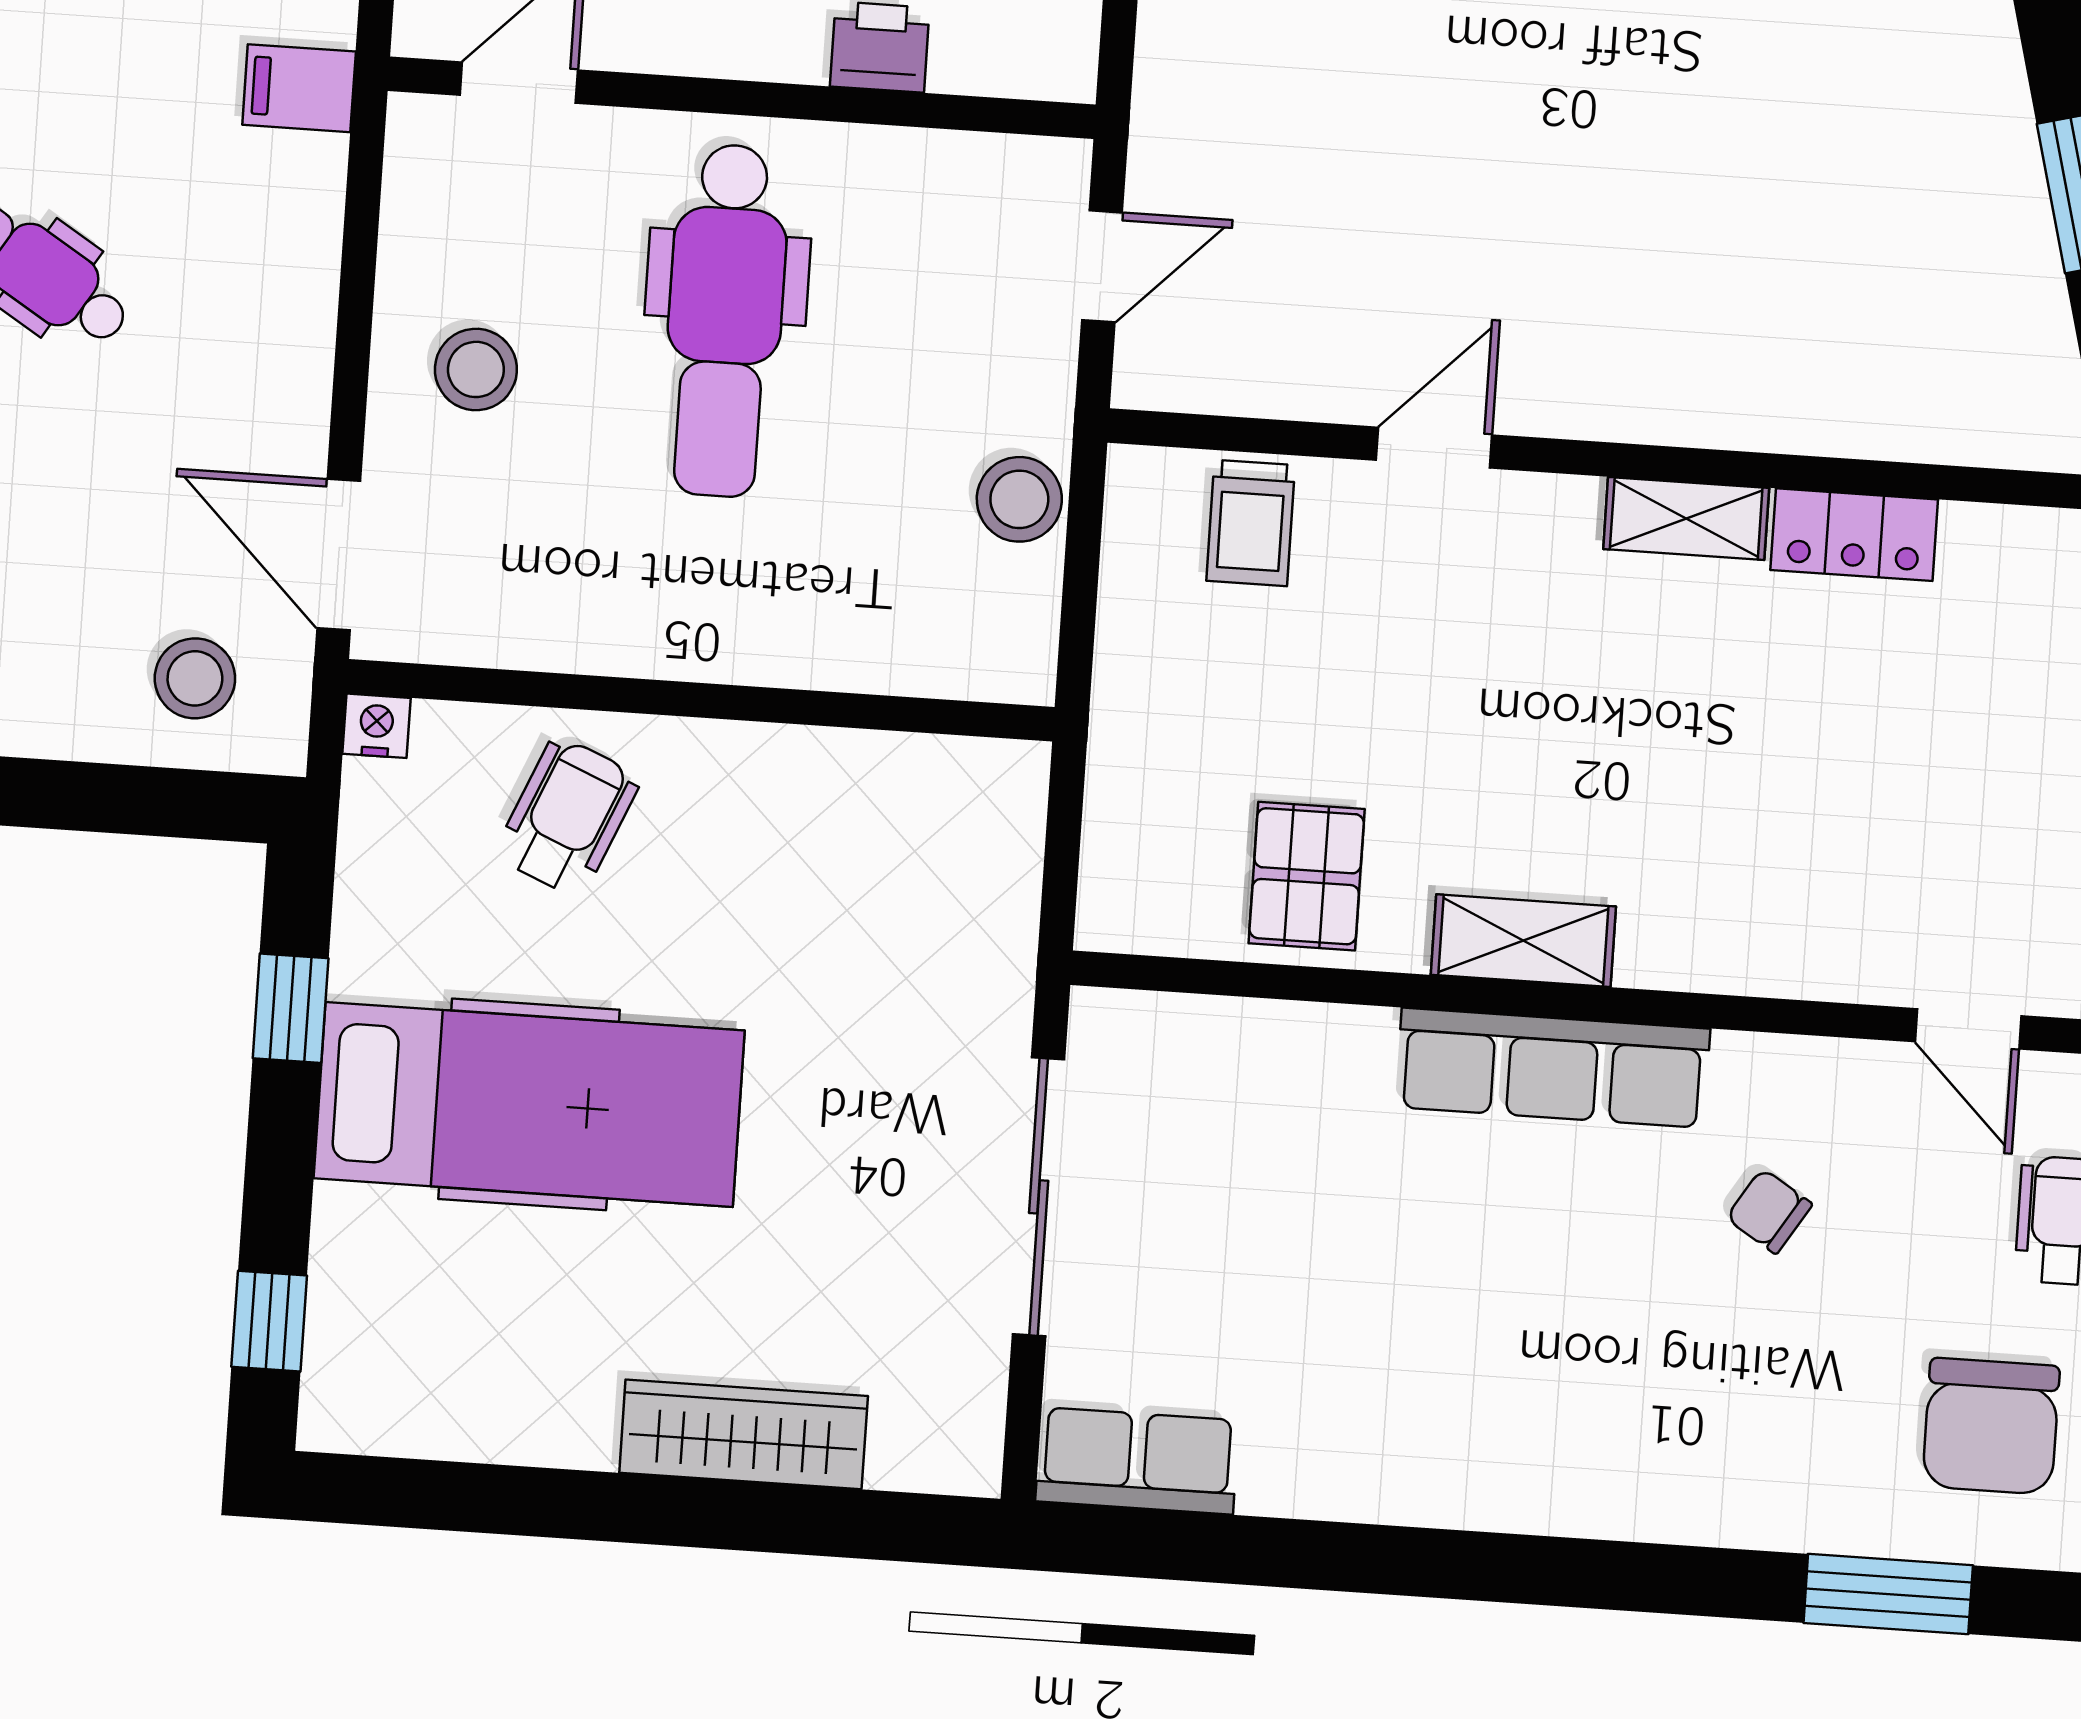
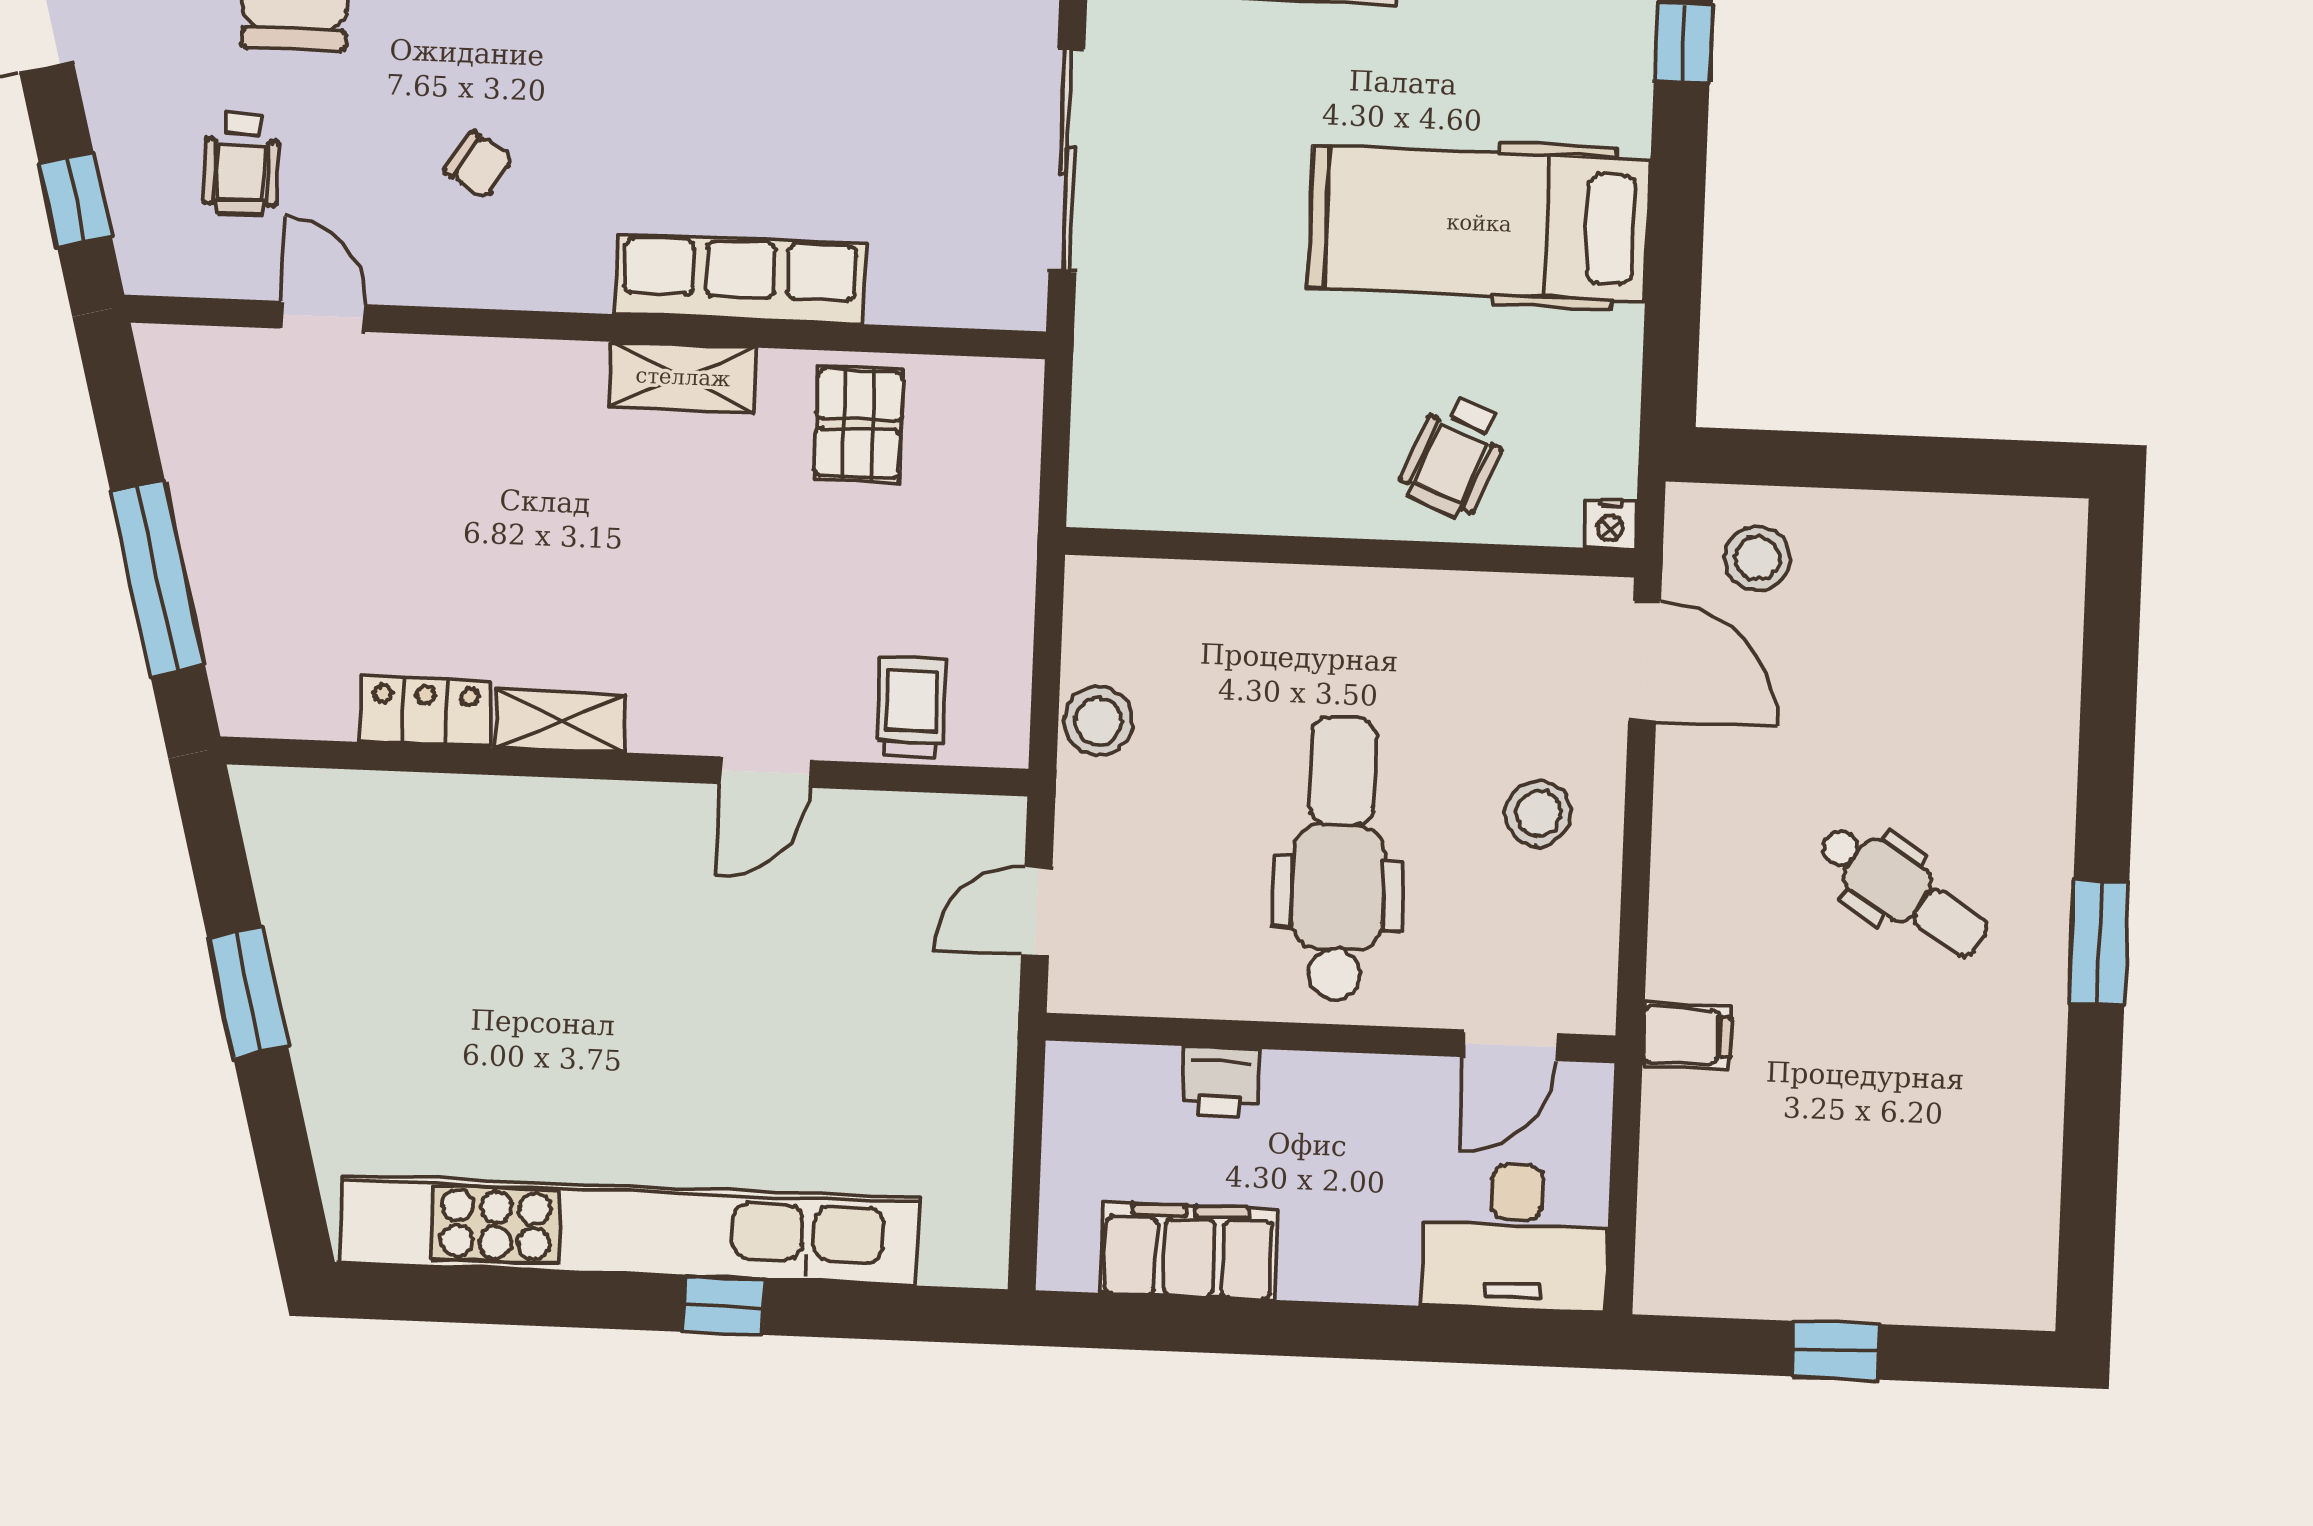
window: (291, 1008) -> (1673, 295), removed
row of seats: (1553, 1068) -> (740, 279), moved

